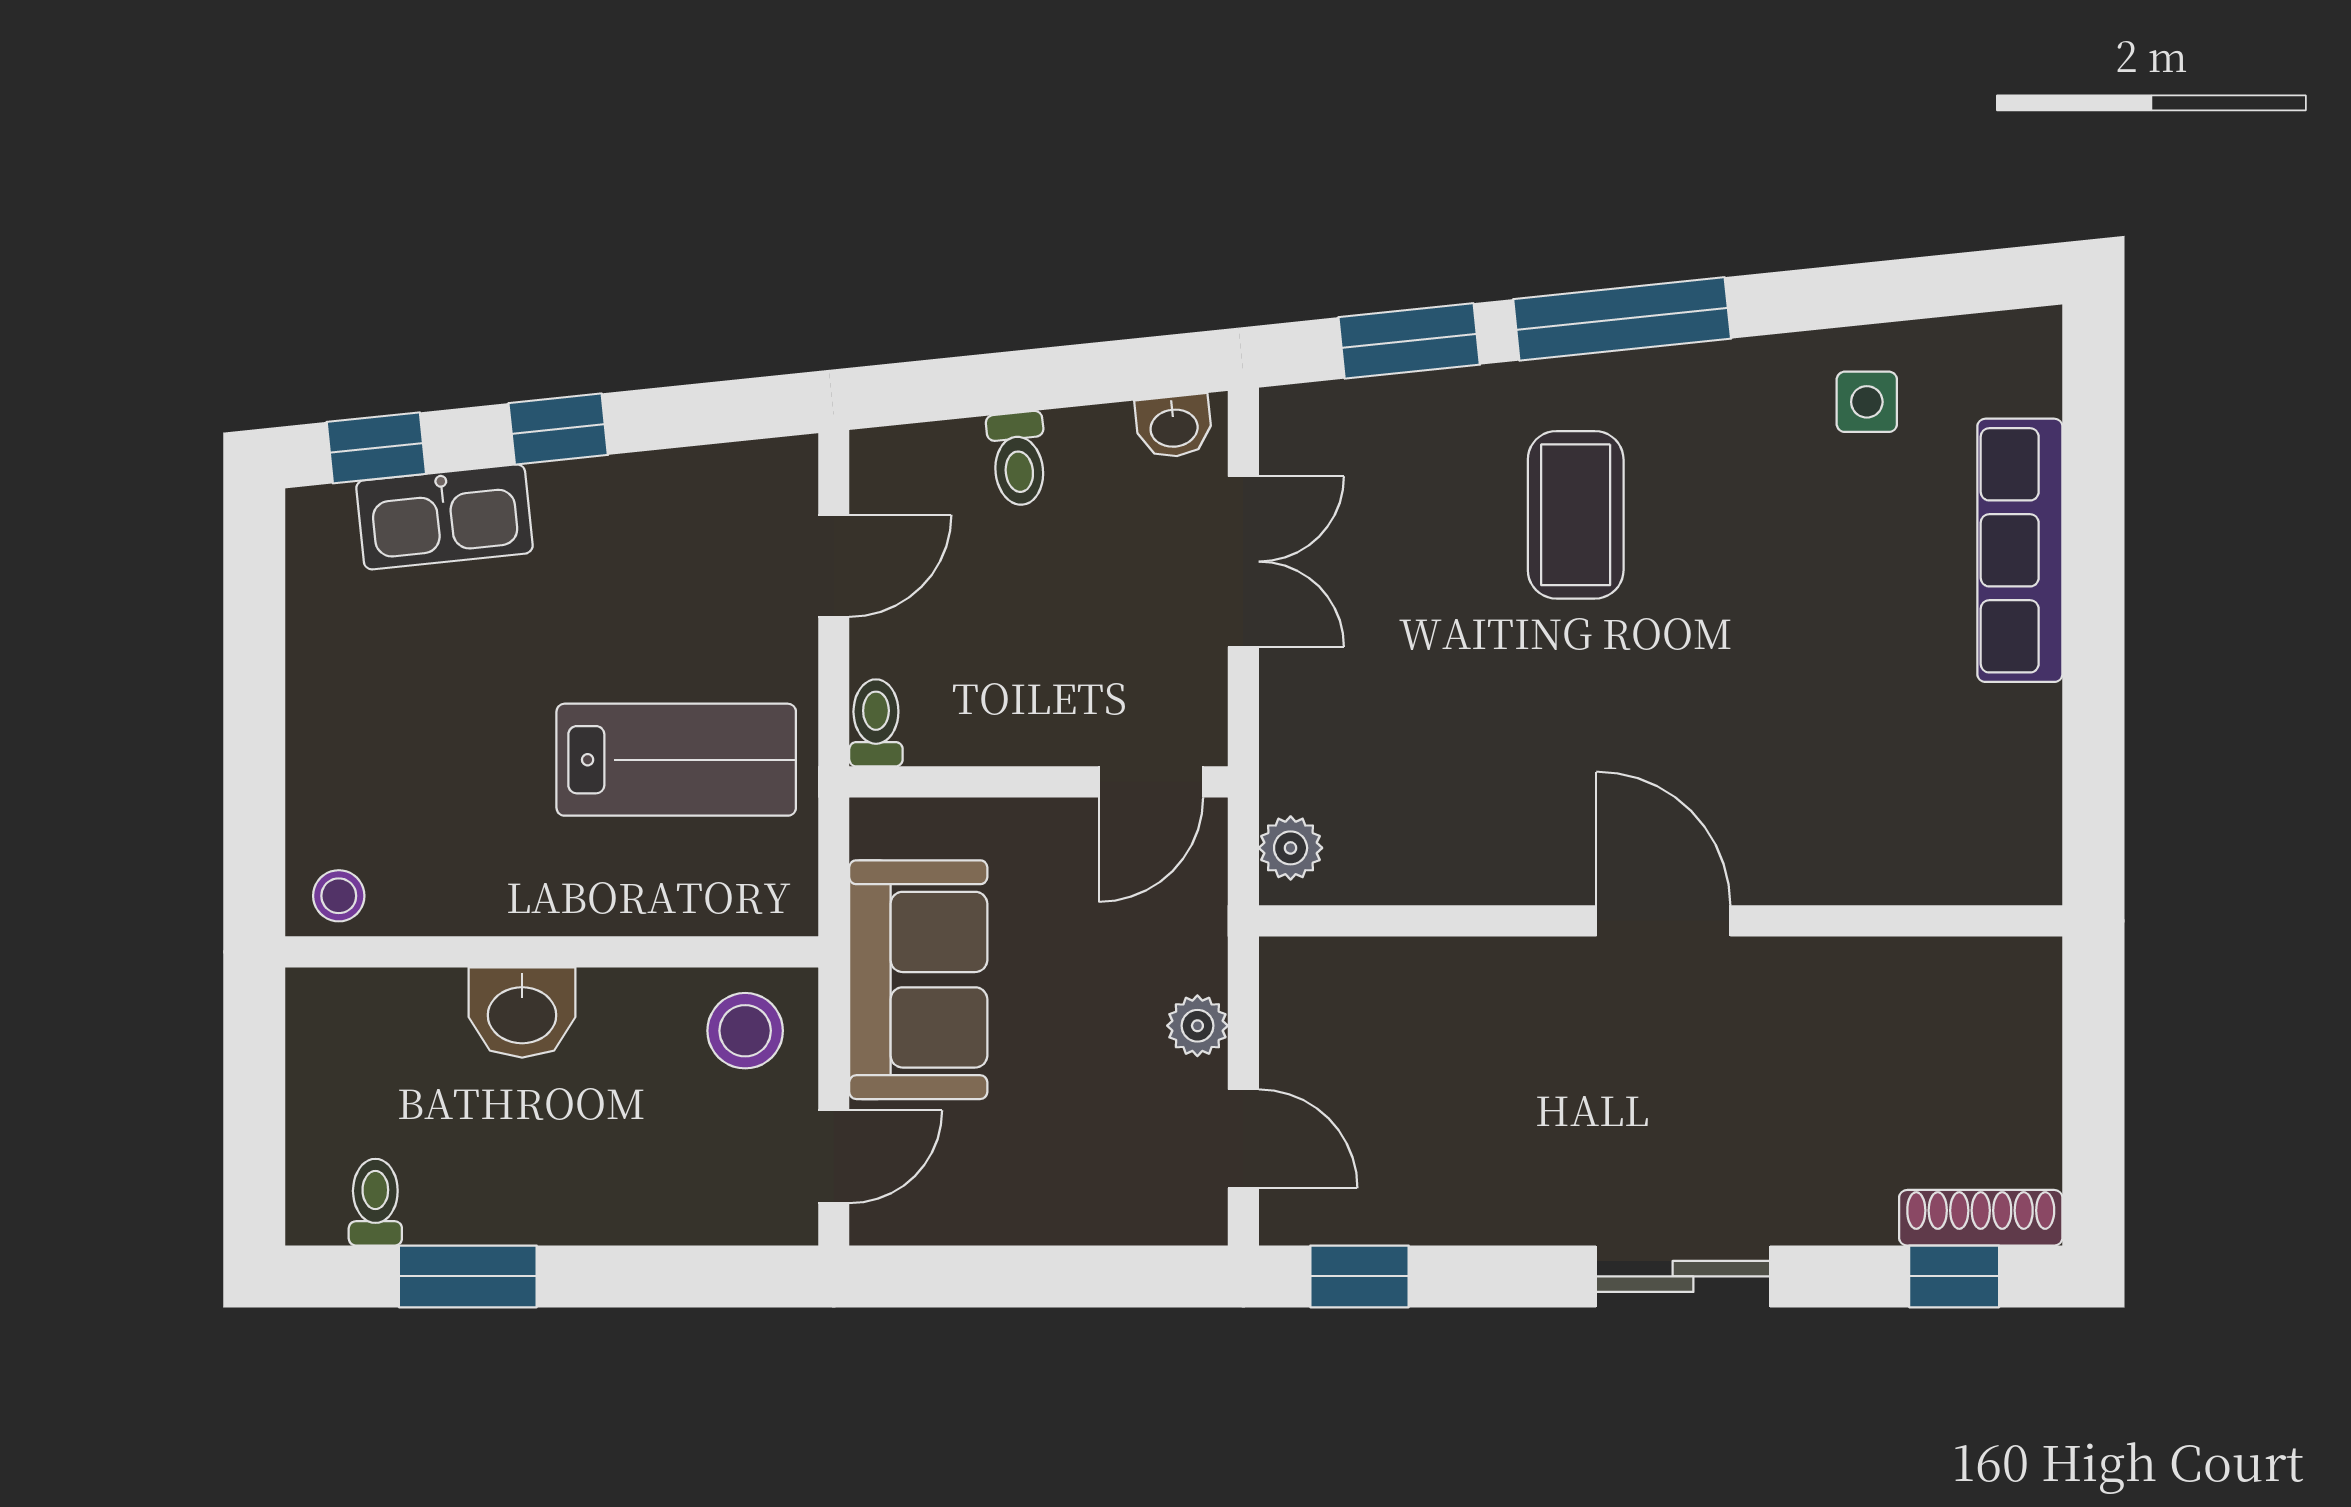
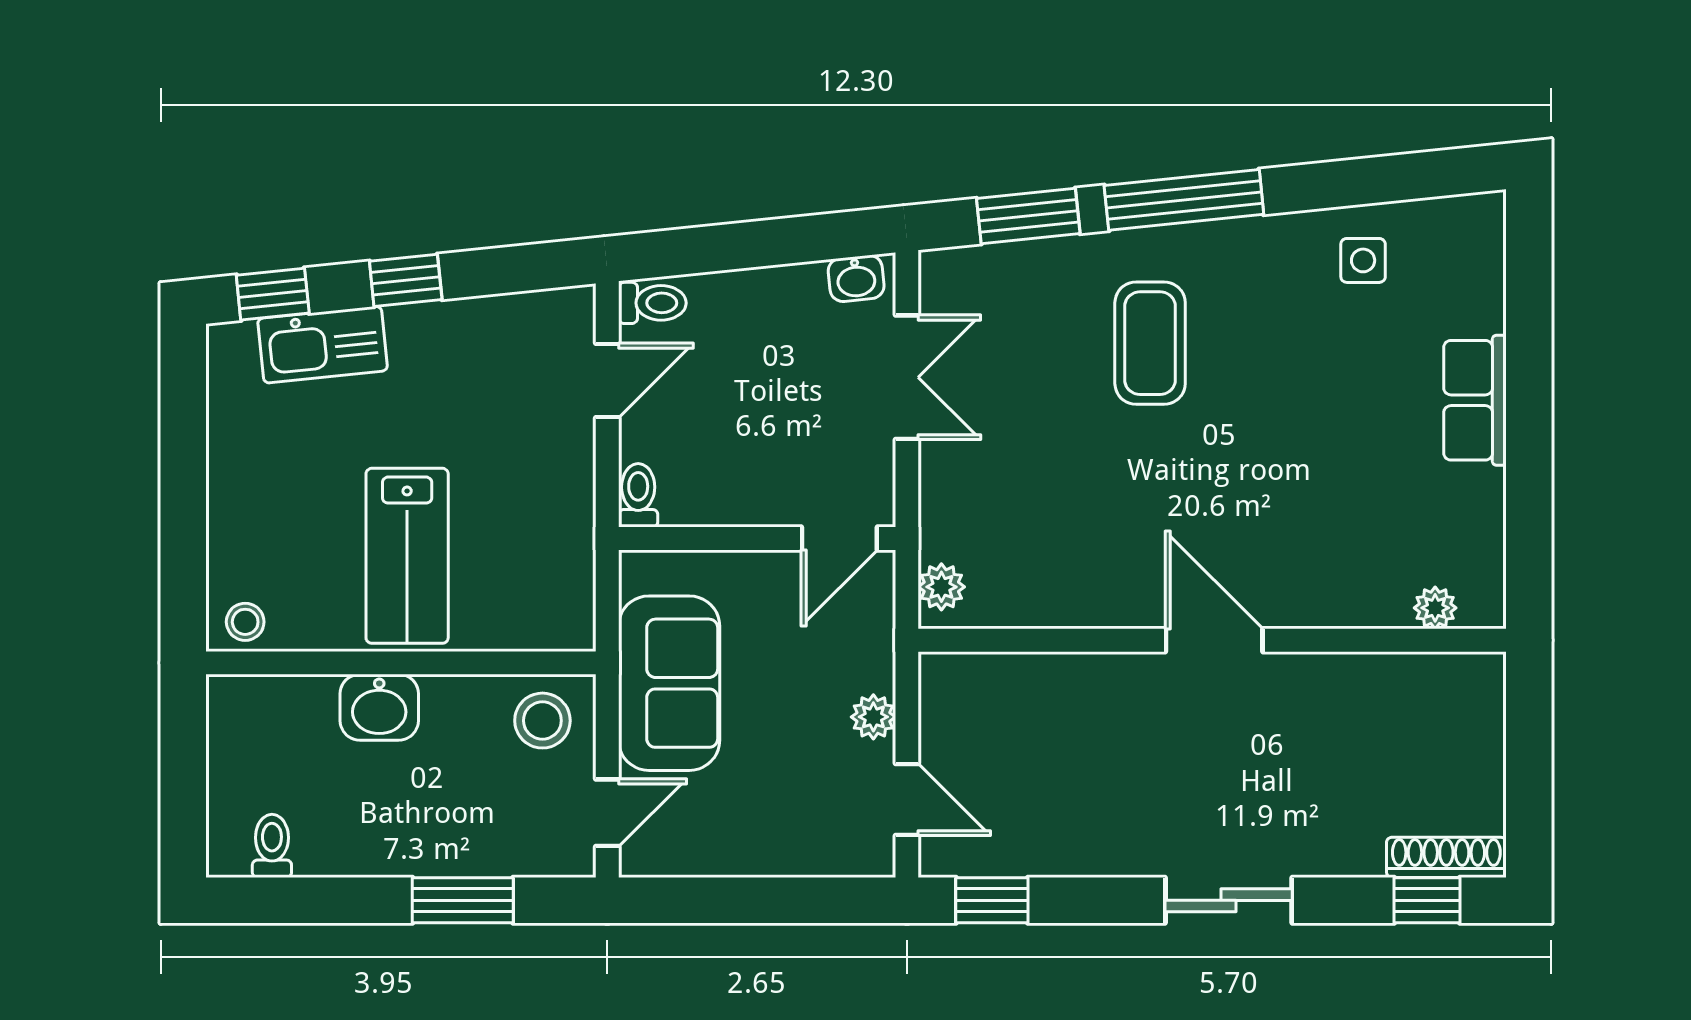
toilet: (1018, 459) -> (652, 303), moved, turned -84
row of seats: (2020, 550) -> (1475, 400), width x0.68
lab bench: (676, 760) -> (407, 556), moved, turned 90
plant: (1965, 877) -> (1435, 608), added
window: (468, 1276) -> (463, 900), moved

